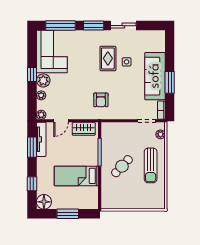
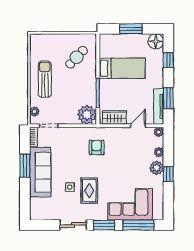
corner sofa: (52, 51) -> (130, 204), moved, turned 90
plant: (110, 131) -> (87, 115), added
cafe table: (122, 166) -> (77, 57), moved

